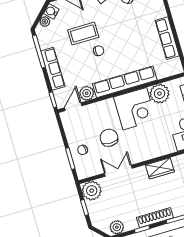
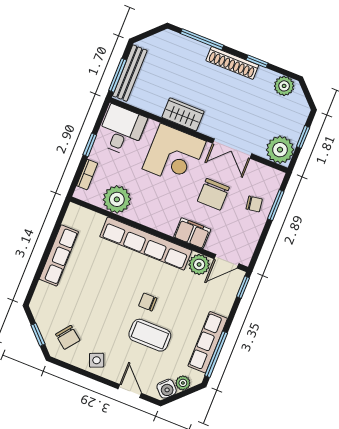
row of seats: (53, 69) -> (208, 342), moved
filing cabinet: (104, 107) -> (192, 233), added
corner desk: (135, 109) -> (174, 155), moved, turned 180

